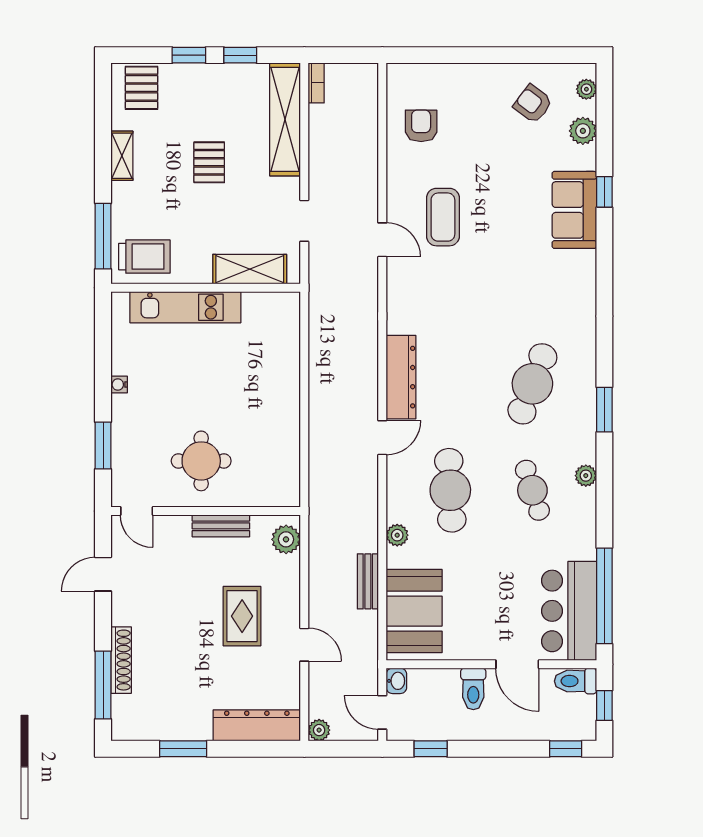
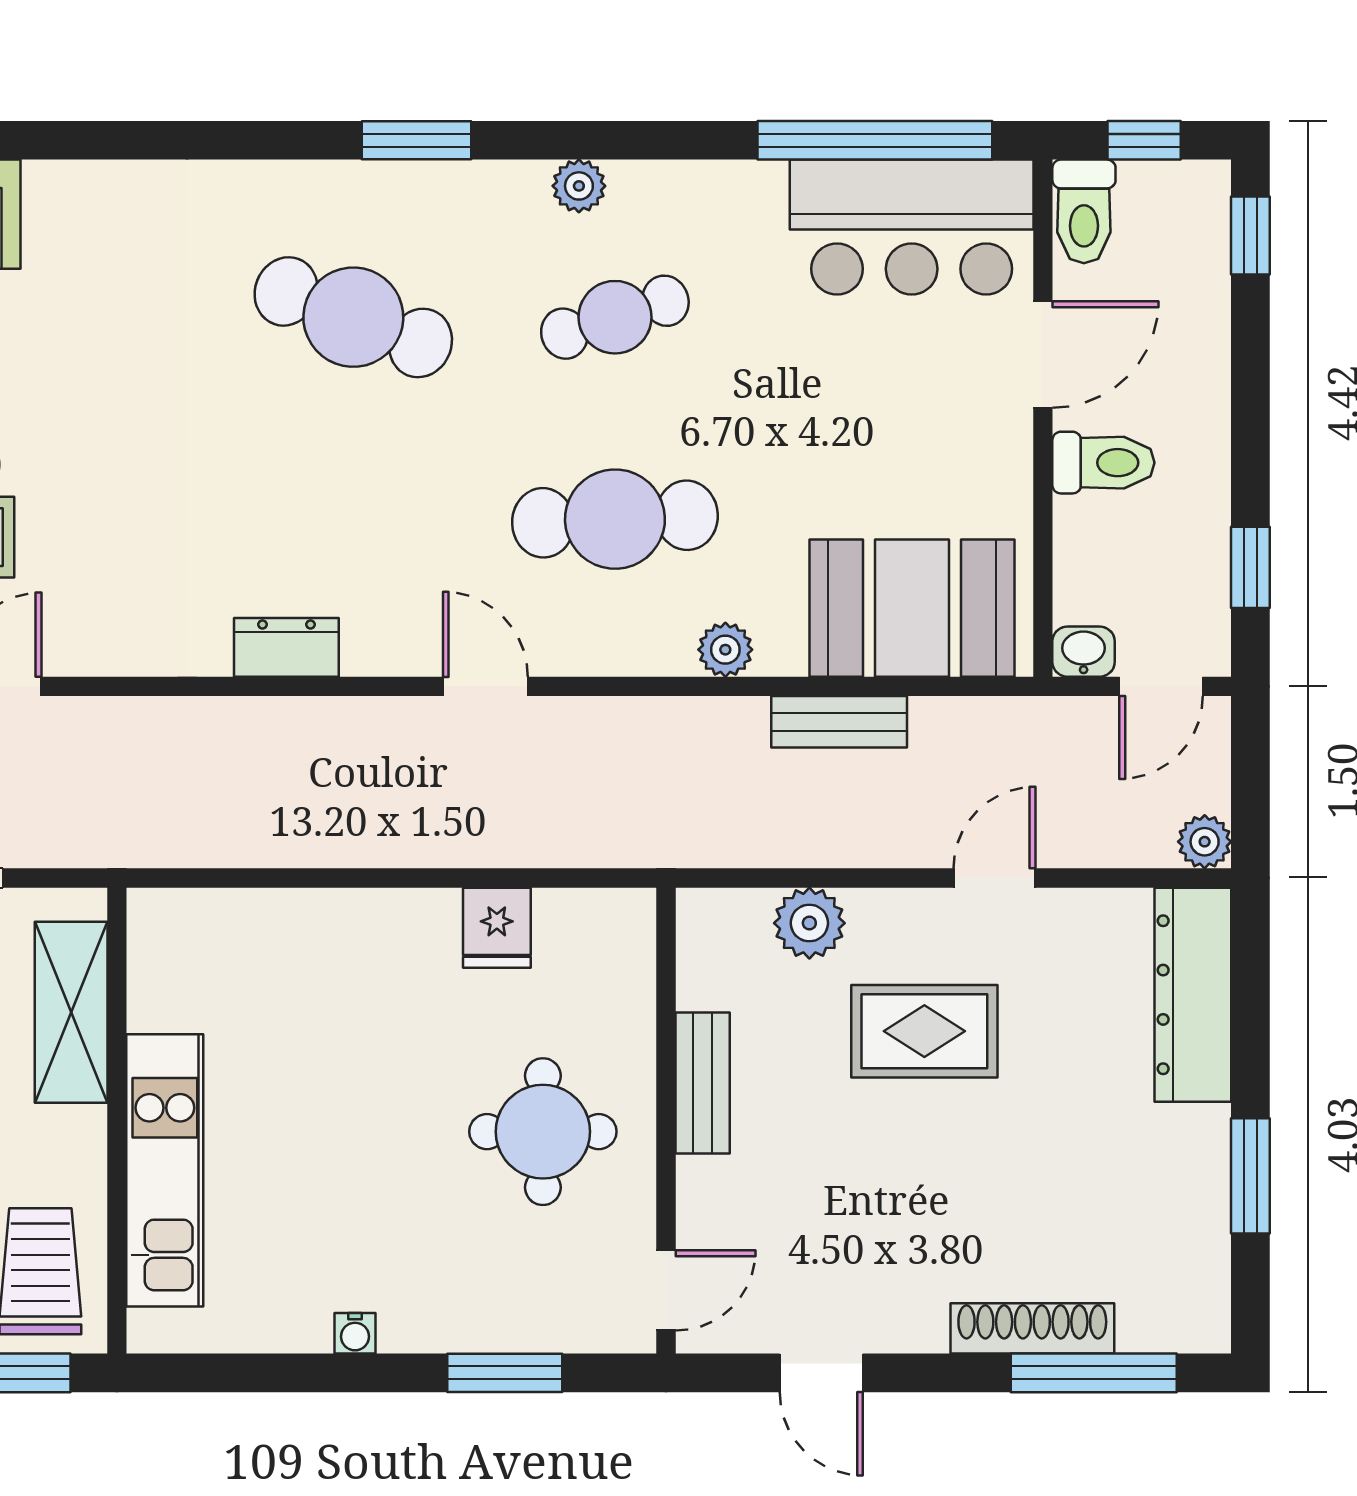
dresser: (401, 377) -> (286, 647), width x0.51, depth x0.80
fridge: (284, 442) -> (497, 928), added
plant: (286, 539) -> (809, 923), moved

